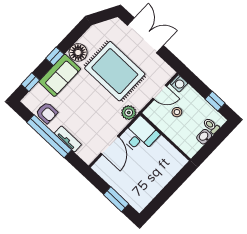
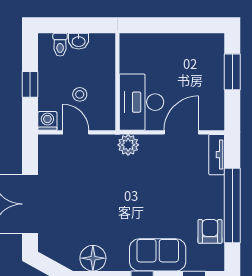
floor lamp: (78, 52) -> (93, 258), moved
rug: (115, 71) -> (98, 201), removed
window: (215, 101) -> (30, 84), moved
desk: (140, 136) -> (141, 102), width x1.37
tv unit: (68, 139) -> (217, 155), moved

